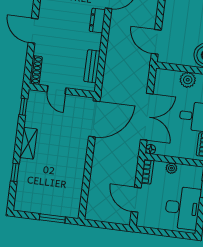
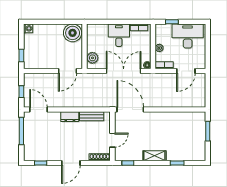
dresser: (97, 21) -> (70, 117), moved
plant: (188, 80) -> (92, 58), moved

